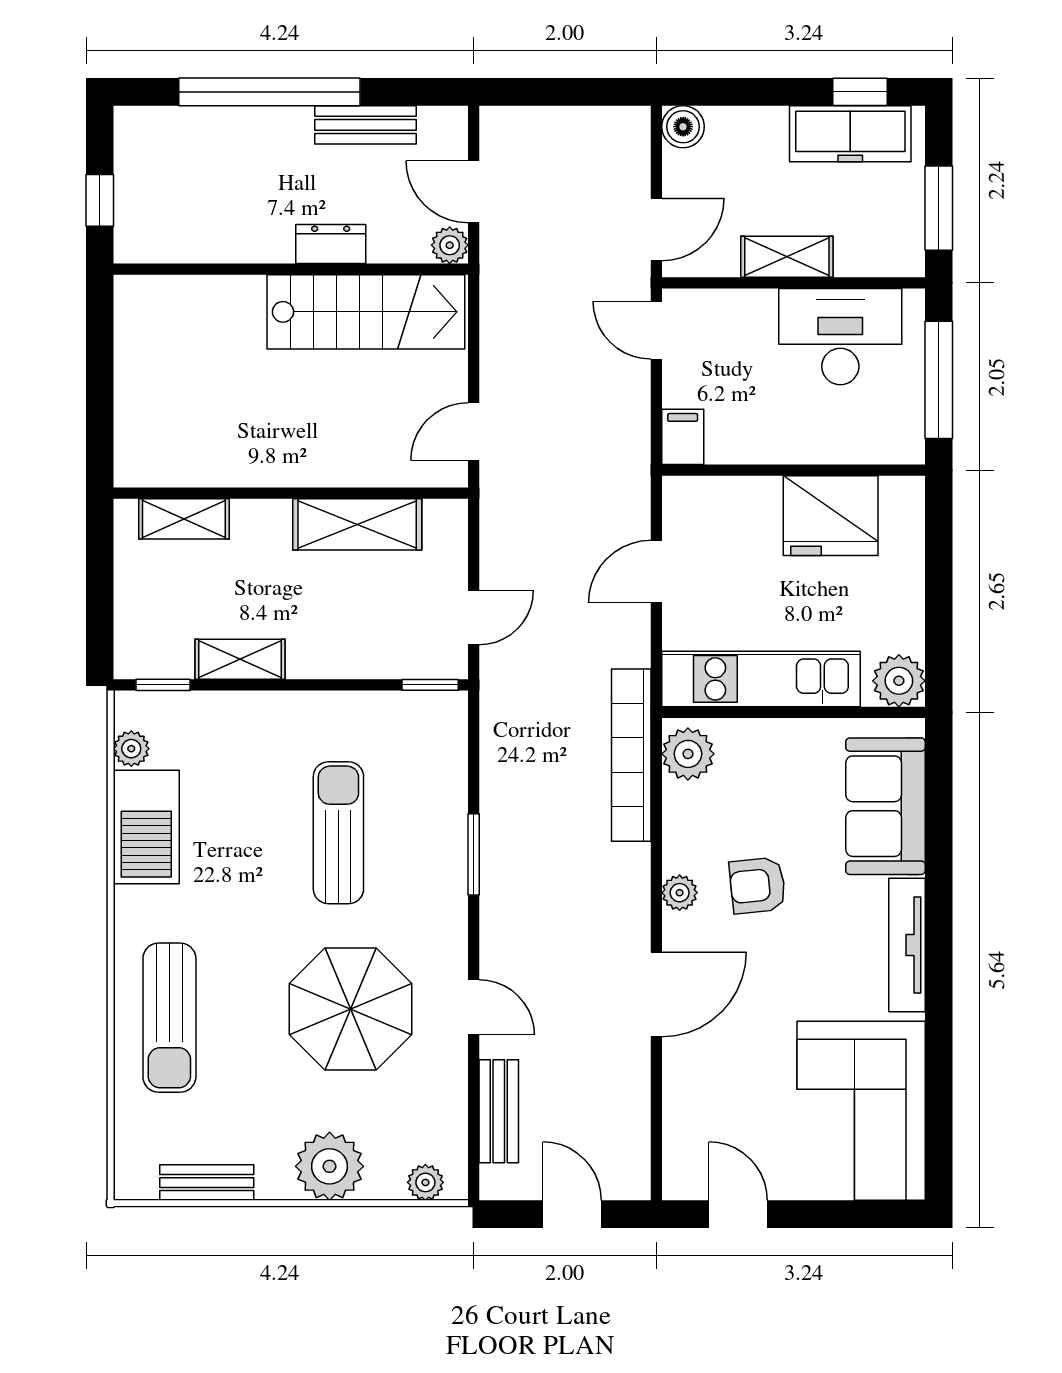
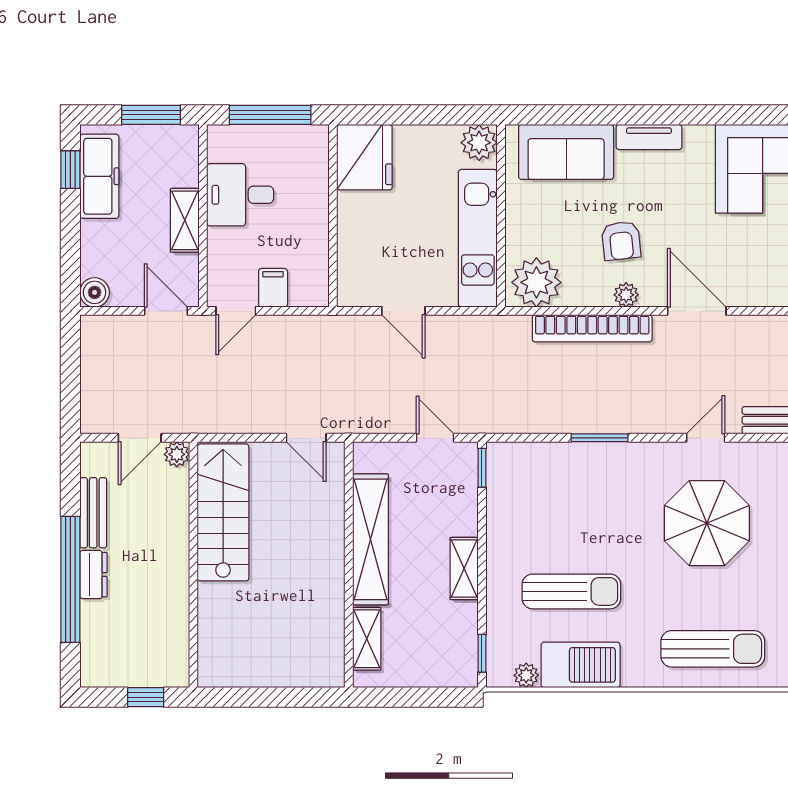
dresser: (331, 244) -> (93, 575), moved, turned 180
desk: (840, 337) -> (240, 195), width x0.73
filing cabinet: (683, 437) -> (273, 288), moved, turned 90
fridge: (831, 516) -> (364, 157), moved
shelving: (357, 524) -> (370, 539), width x1.47
shelving: (240, 659) -> (464, 569), moved
plant: (688, 754) -> (536, 282), width x1.36, depth x1.36
bookcase: (631, 755) -> (592, 328), moved
sun lounger: (338, 833) -> (571, 591), moved, turned 180
tv unit: (907, 945) -> (649, 137), width x0.71

